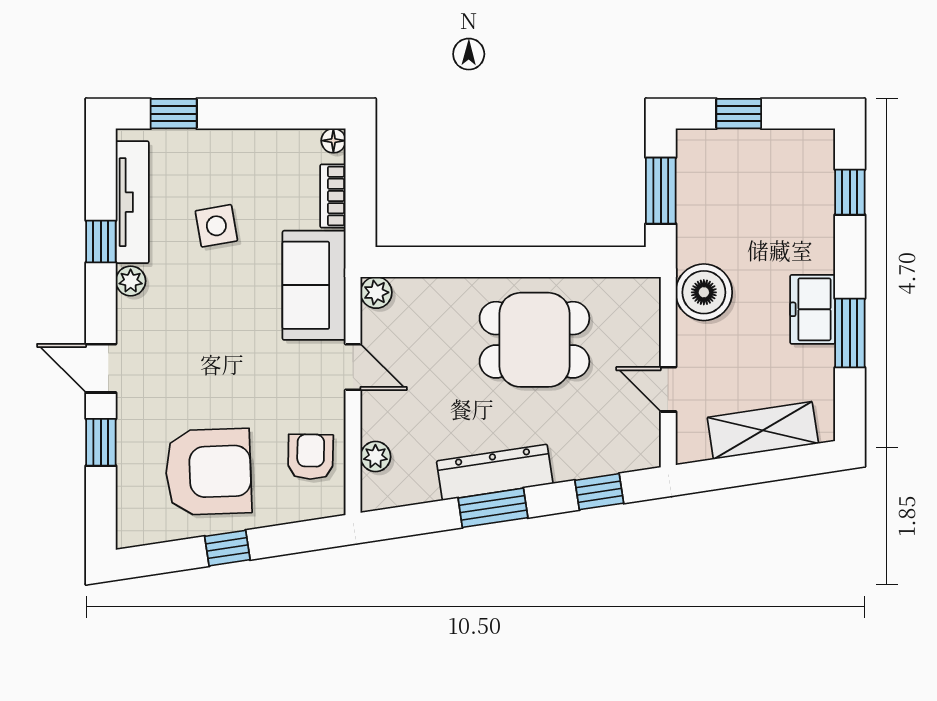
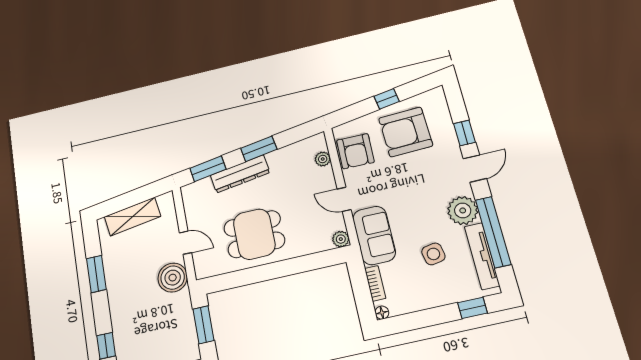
window: (101, 241) -> (493, 232), width x3.17
plant: (131, 281) -> (463, 210), width x1.88, depth x1.88
freezer: (813, 309) -> (117, 282), removed
door: (101, 368) -> (475, 169), hinge flipped
door: (668, 389) -> (185, 243), moved
armchair: (311, 457) -> (355, 151), width x1.38, depth x1.38
dresser: (495, 472) -> (240, 174), moved
window: (599, 492) -> (208, 169), width x1.50

